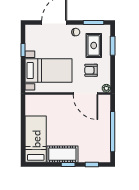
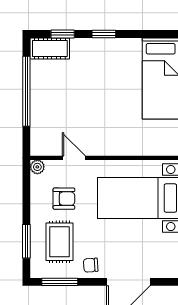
door: (85, 94) -> (74, 158), width x0.53
cot: (62, 154) -> (50, 48), moved, width x0.73, depth x0.75

